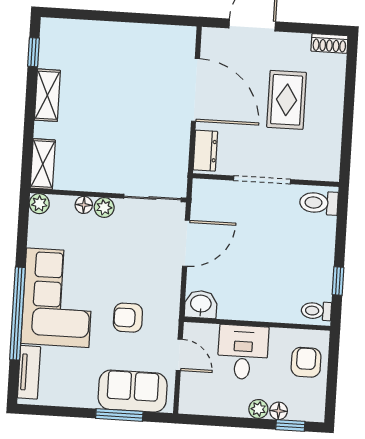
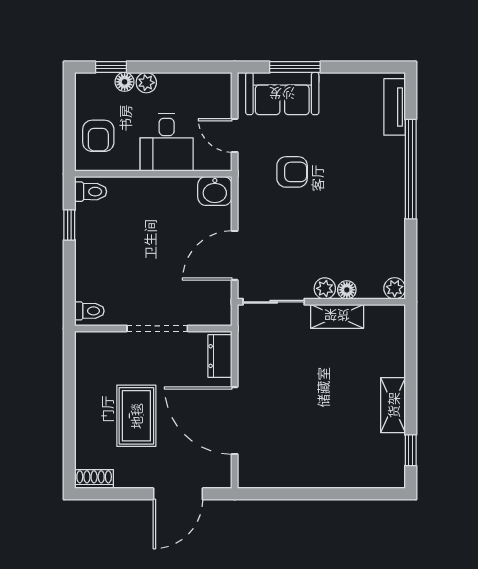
shelving: (43, 164) -> (337, 316), moved, turned 90
toilet: (319, 203) -> (89, 311), width x0.73, depth x0.72
corner sofa: (58, 298) -> (369, 189), removed

